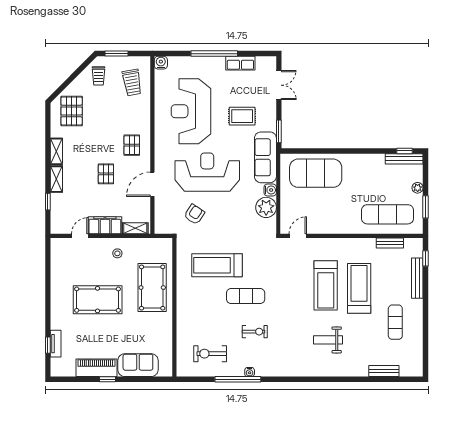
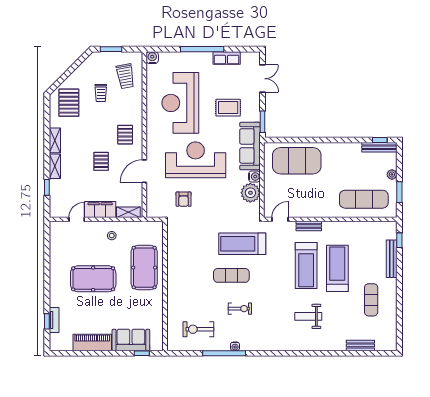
trolley: (99, 76) -> (101, 93), moved
armchair: (194, 214) -> (184, 199), turned 146
bench: (390, 243) -> (309, 226), moved
treadmill: (217, 265) -> (242, 244), moved
window: (108, 379) -> (142, 353), moved

